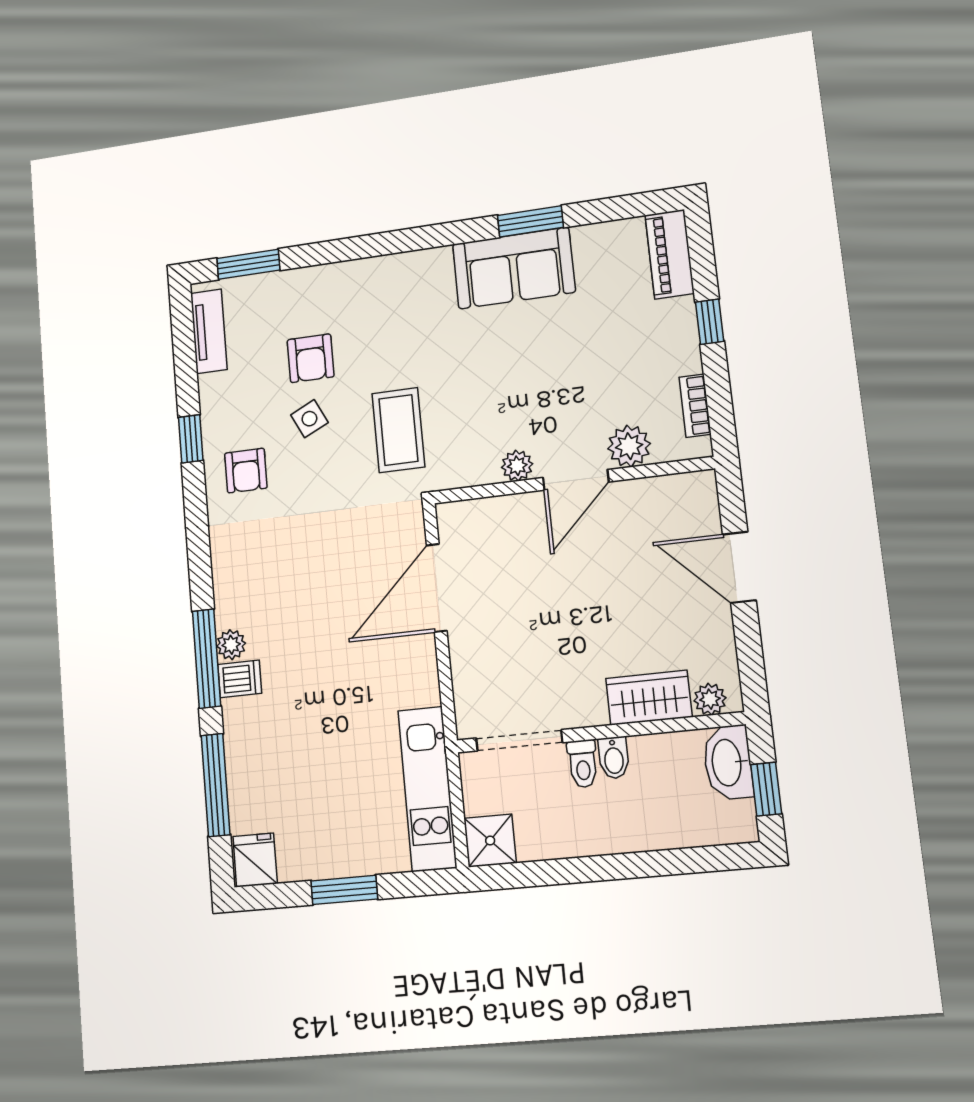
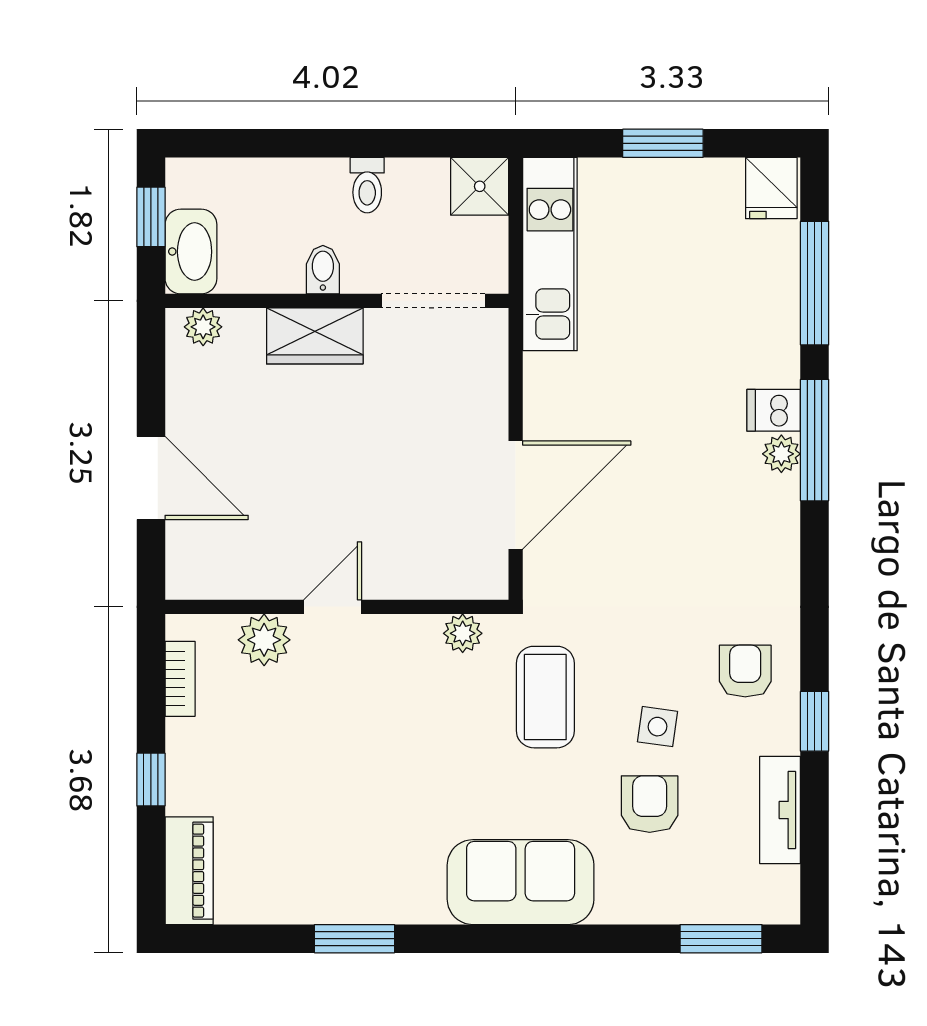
sofa: (514, 268) -> (521, 882), moved
tv unit: (209, 331) -> (780, 810), moved
side table: (309, 419) -> (658, 727), turned 34
plant: (517, 466) -> (463, 633), moved
door: (576, 480) -> (333, 607), width x0.73
wardrobe: (649, 698) -> (315, 336), moved
toilet: (583, 764) -> (367, 185), moved, turned 180

